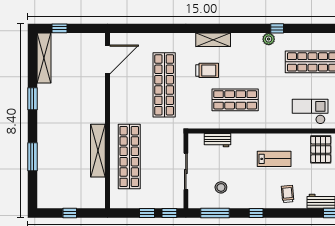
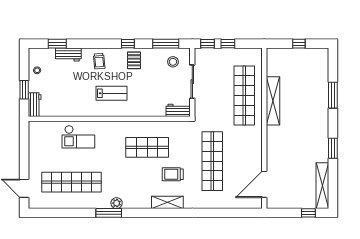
window: (277, 28) -> (109, 213), width x2.17
workbench: (218, 140) -> (178, 110), moved
pallet: (321, 149) -> (134, 60), moved, width x0.67, depth x0.71
lab bench: (274, 159) -> (111, 93), turned 180
stool: (221, 187) -> (173, 62), moved

